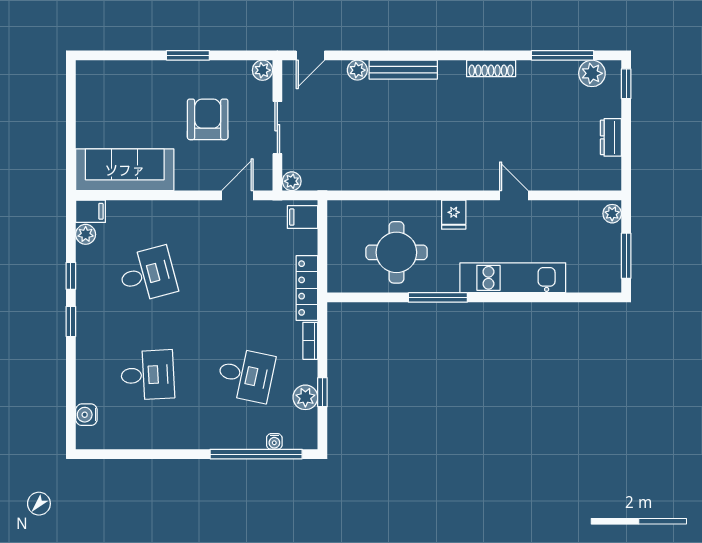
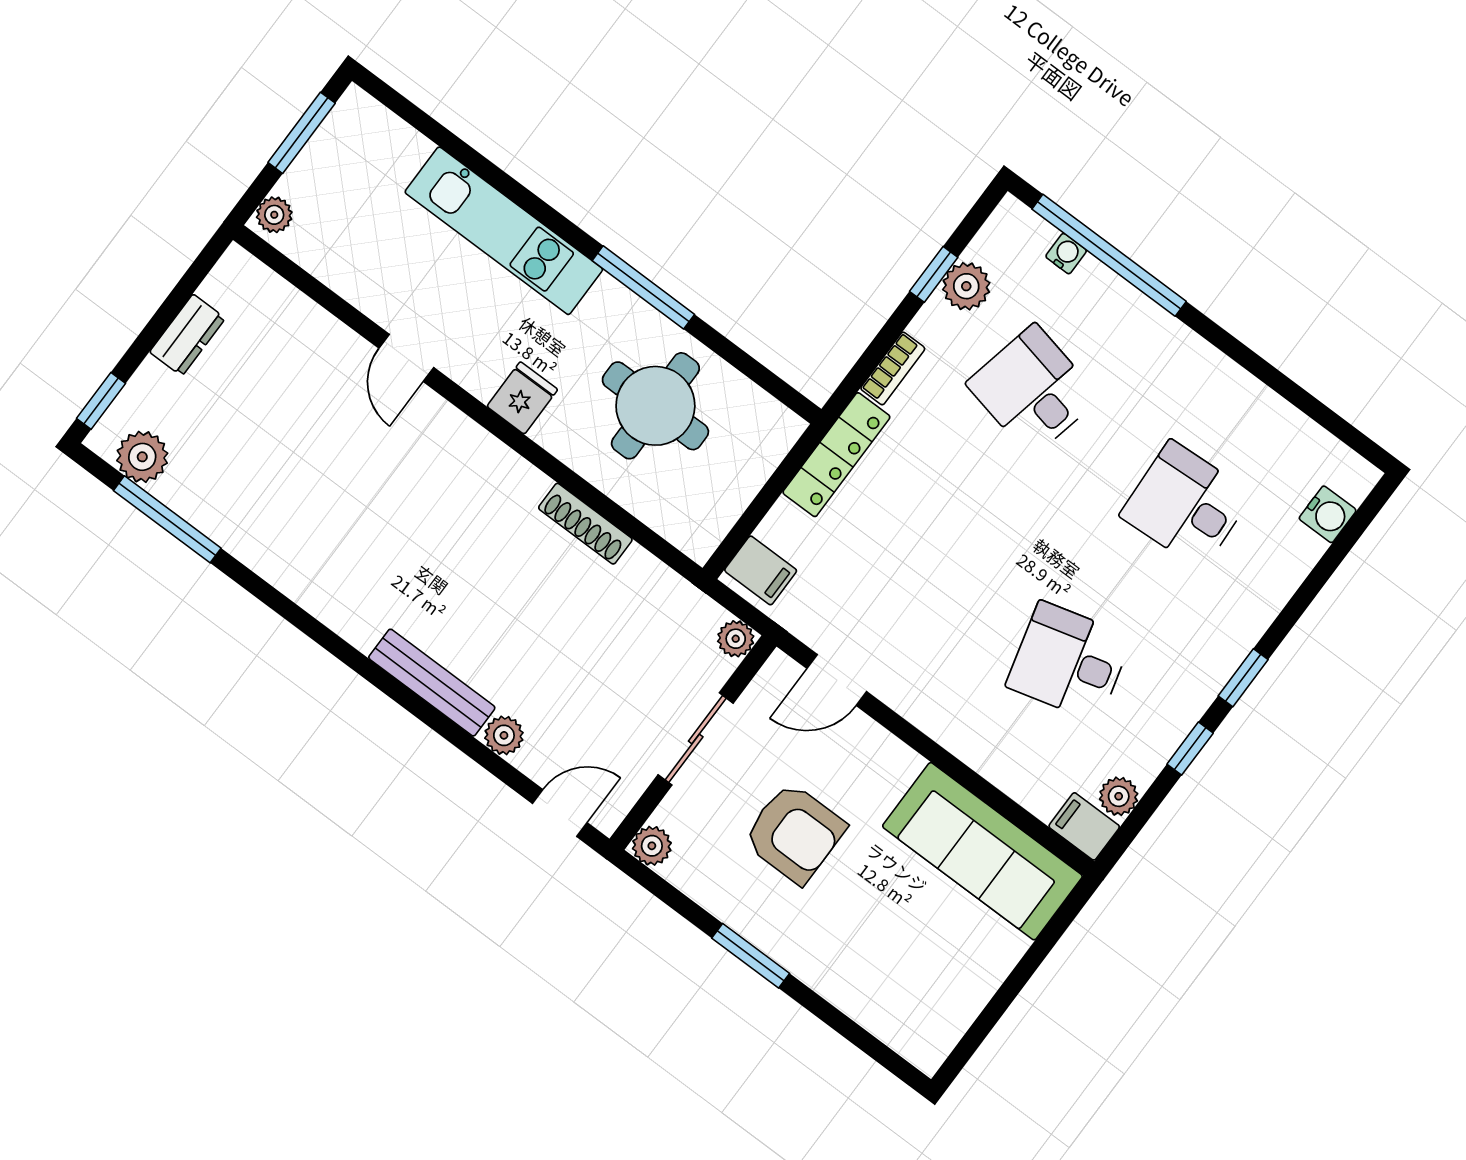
shoe rack: (491, 68) -> (585, 524), moved, turned 180
armchair: (208, 119) -> (794, 833), turned -90

